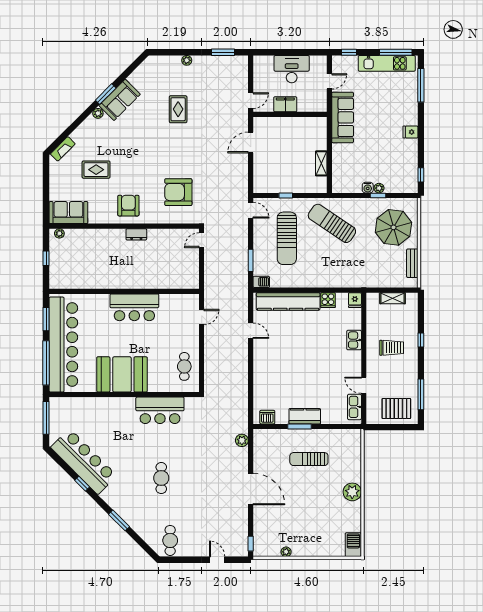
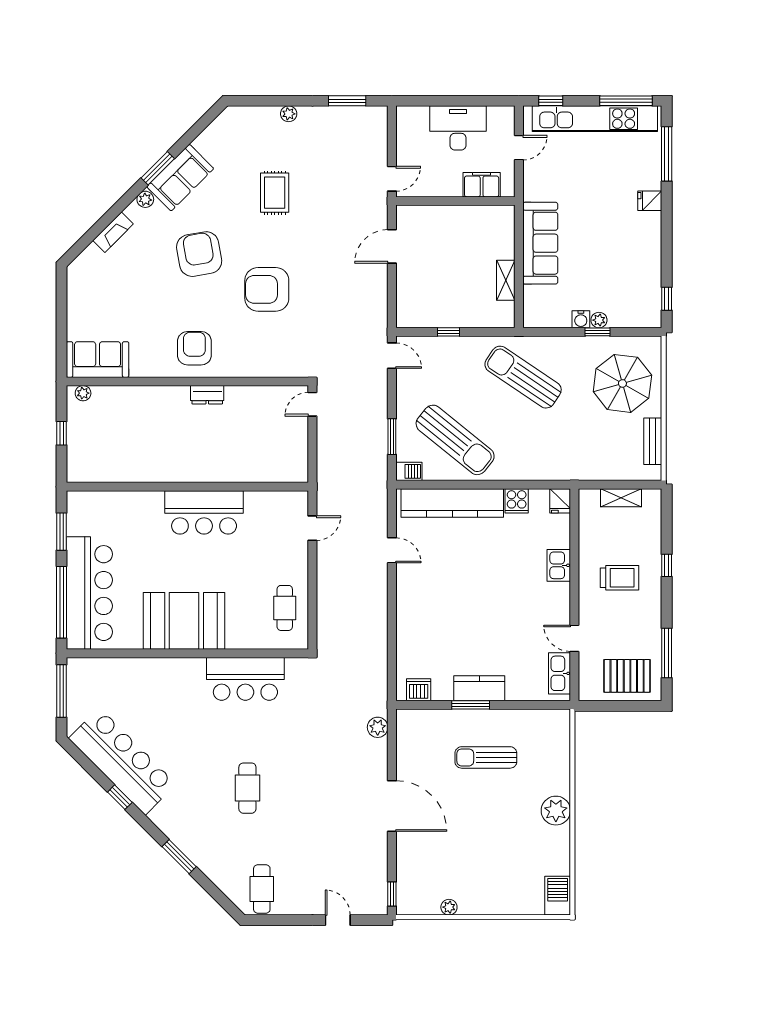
kitchen unit: (387, 63) -> (595, 119), width x1.36
filing cabinet: (285, 104) -> (482, 185), moved
sofa: (343, 117) -> (540, 243), moved
fridge: (410, 132) -> (650, 201), moved
armchair: (131, 147) -> (199, 254), added
fireplace: (63, 149) -> (113, 232), moved
rug: (96, 170) -> (142, 290), removed
armchair: (178, 192) -> (267, 289), moved
sun lounger: (287, 238) -> (455, 440), moved, turned -51
bar counter: (63, 345) -> (89, 593), width x0.73

